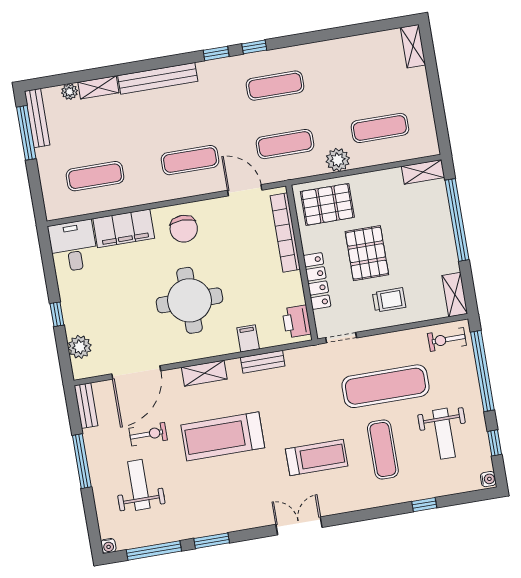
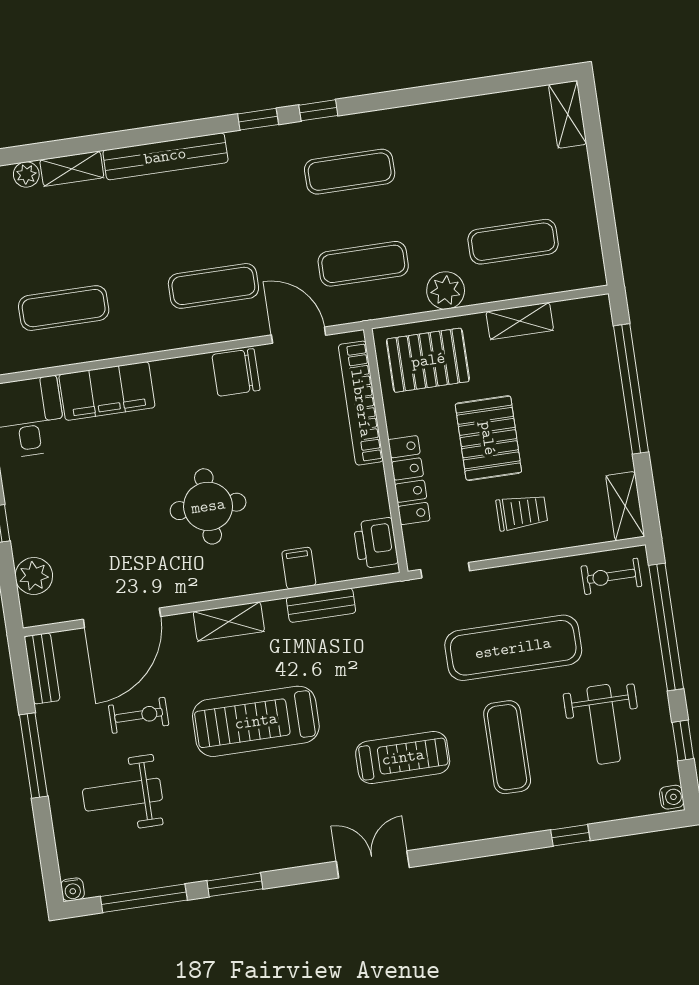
shelving: (423, 172) -> (520, 321), moved
chair: (184, 229) -> (236, 372), moved, turned 90
round table: (189, 300) -> (208, 506), width x0.73, depth x0.73
weight bench: (139, 485) -> (122, 795), turned -90

